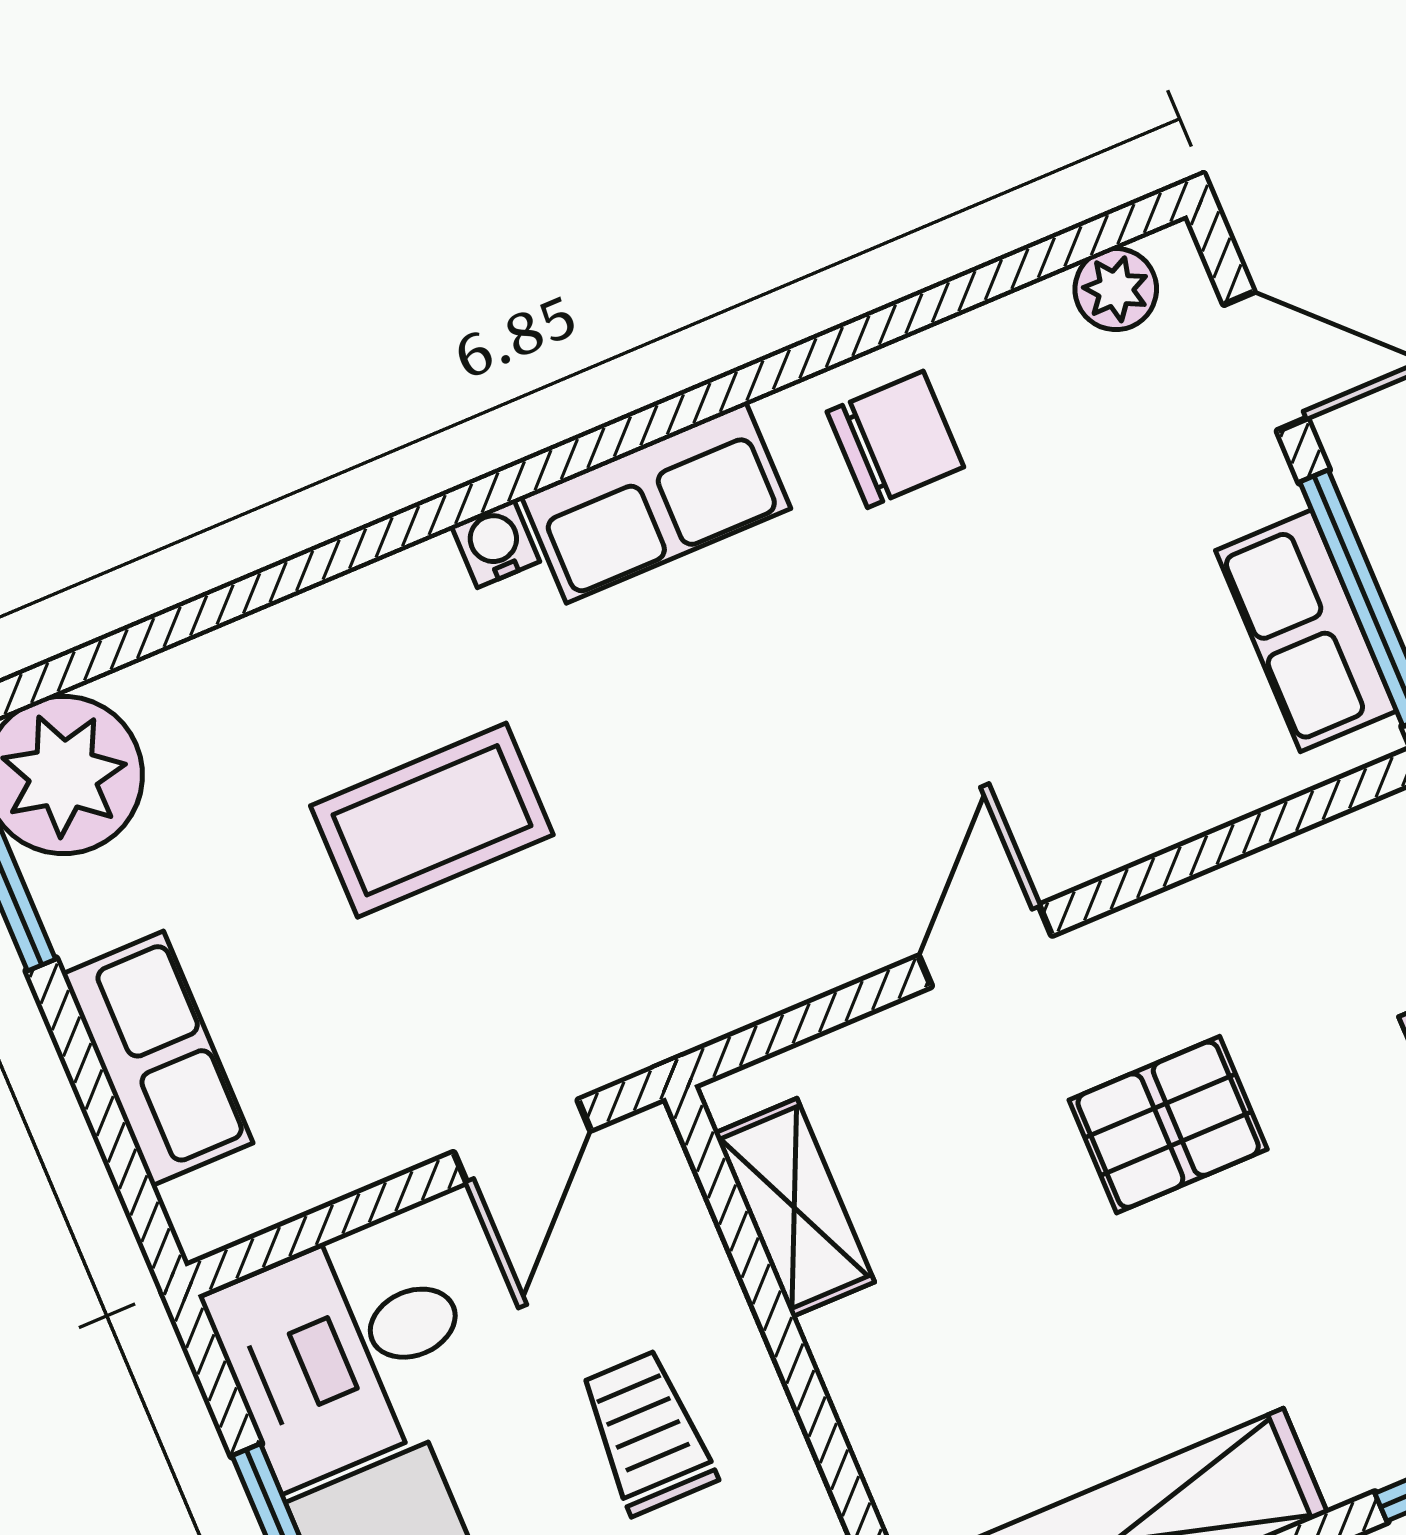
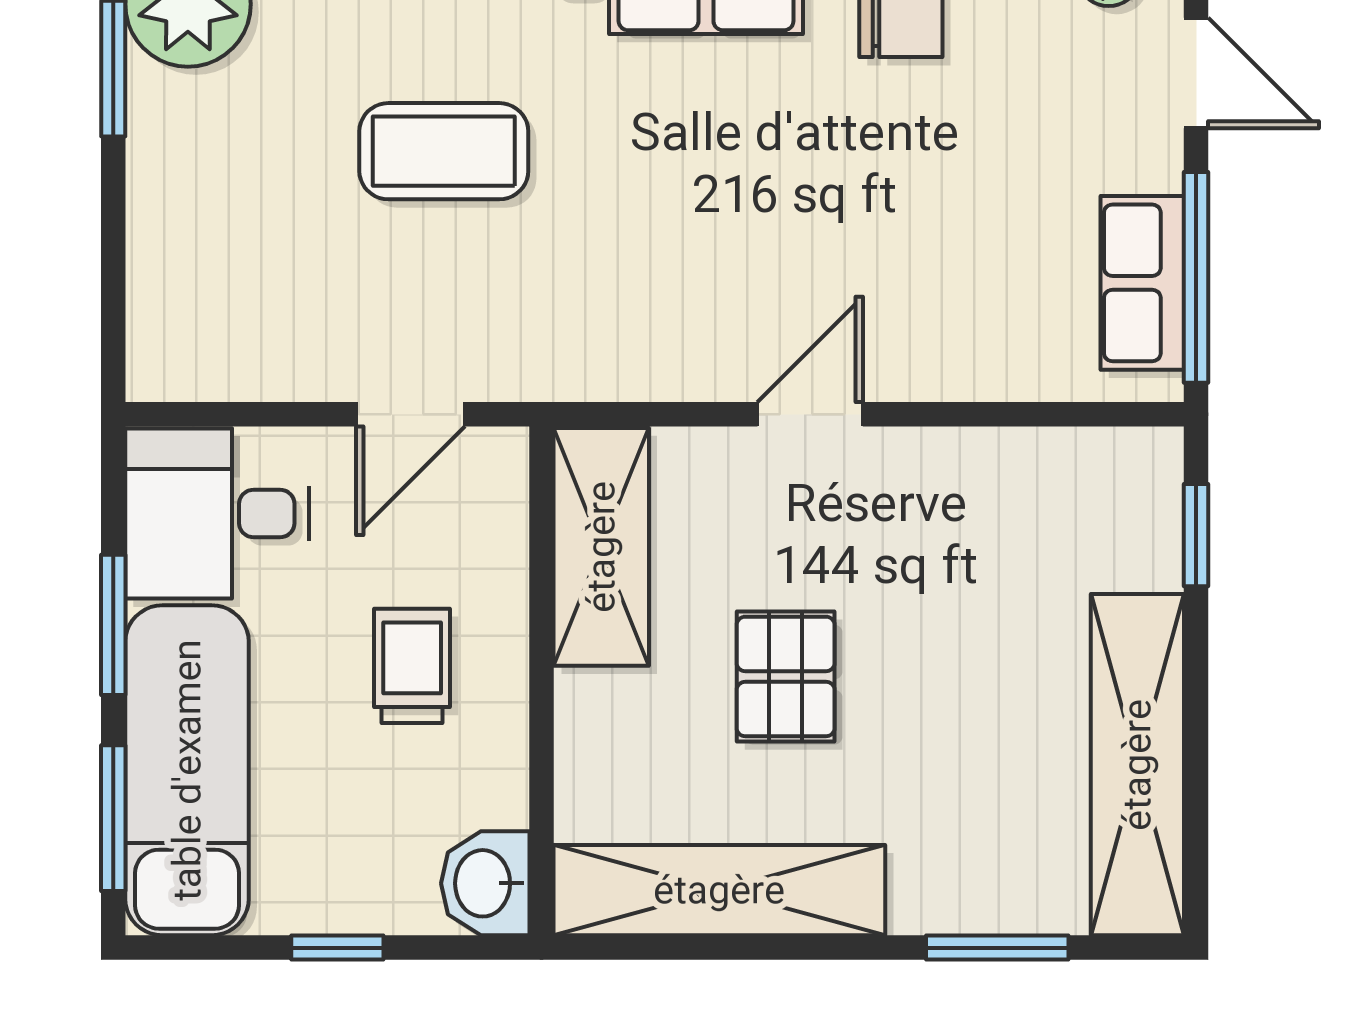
row of seats: (157, 1059) -> (169, 241), removed
pallet: (1168, 1125) -> (786, 676), moved, turned 90
shelving: (794, 1208) -> (601, 547), width x1.50, depth x1.33

